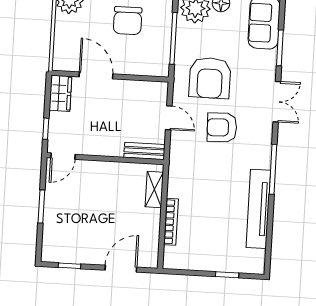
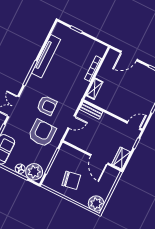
chair: (128, 21) -> (71, 180), turned 80
door: (169, 118) -> (72, 122), swing flipped

